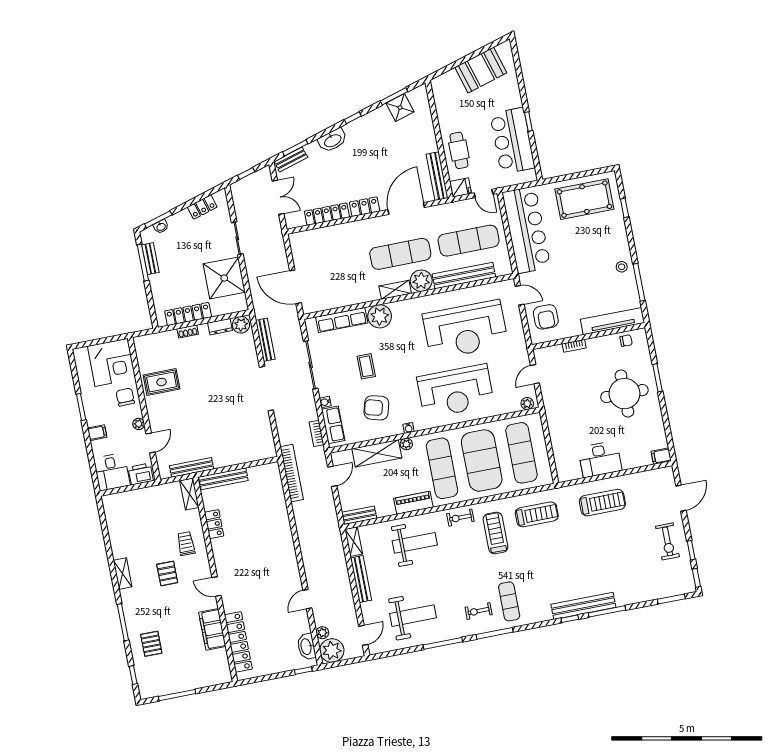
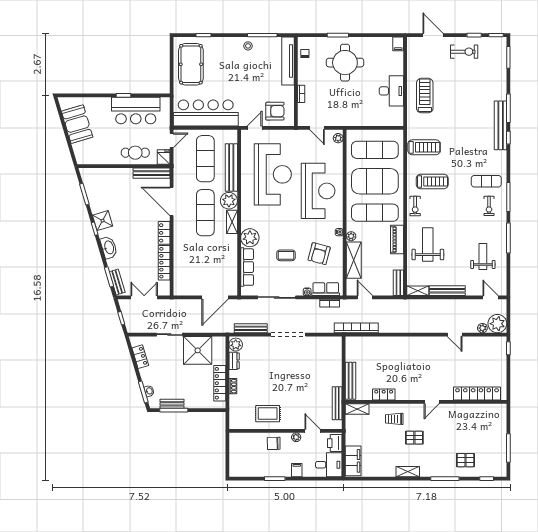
shower: (400, 107) -> (103, 221), moved
corner desk: (112, 362) -> (245, 449), removed
rug: (162, 382) -> (268, 414), turned 90
treadmill: (537, 514) -> (424, 147), turned 90
treadmill: (495, 533) -> (432, 181), turned 180
weight bench: (413, 616) -> (483, 257), width x0.73, depth x0.75
filing cabinet: (212, 629) -> (353, 461), moved, turned -90
washbasin: (306, 647) -> (491, 342), removed

